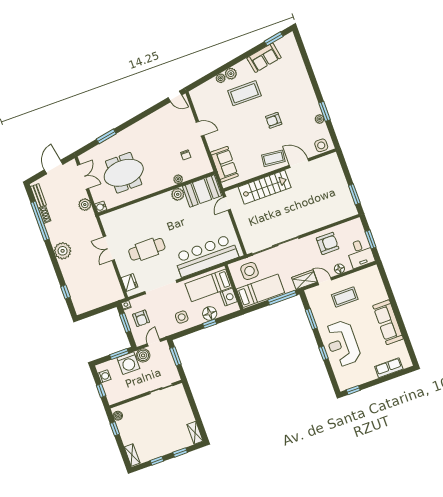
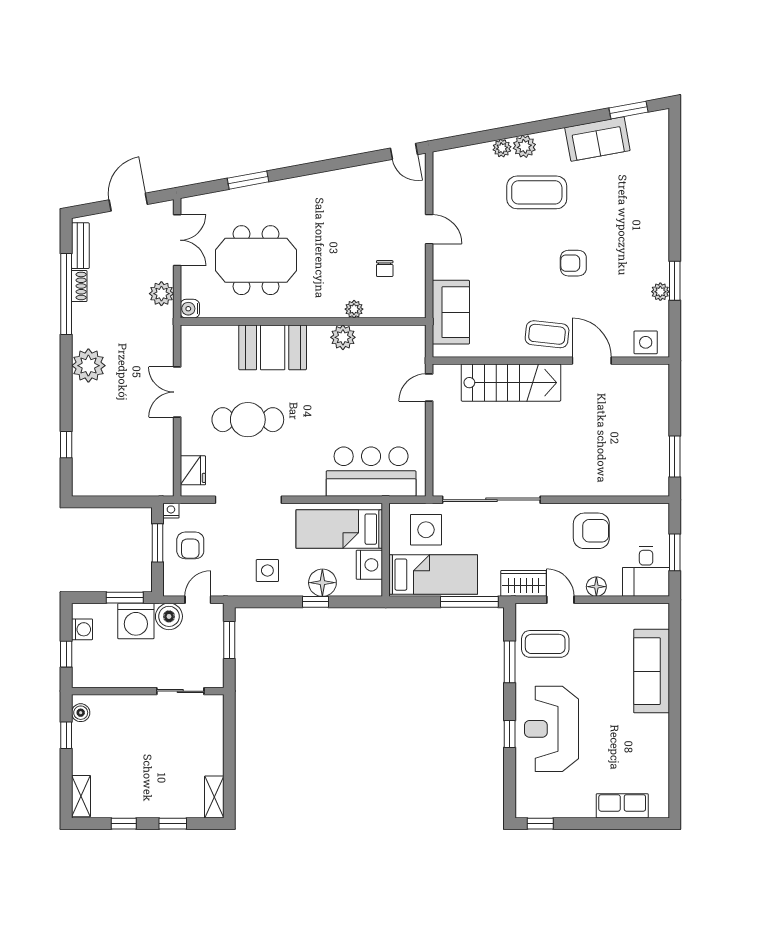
booth: (202, 191) -> (273, 347), moved
bar counter: (206, 256) -> (371, 472), width x0.73
coffee table: (345, 297) -> (545, 644), moved
sofa: (388, 322) -> (652, 671), moved

